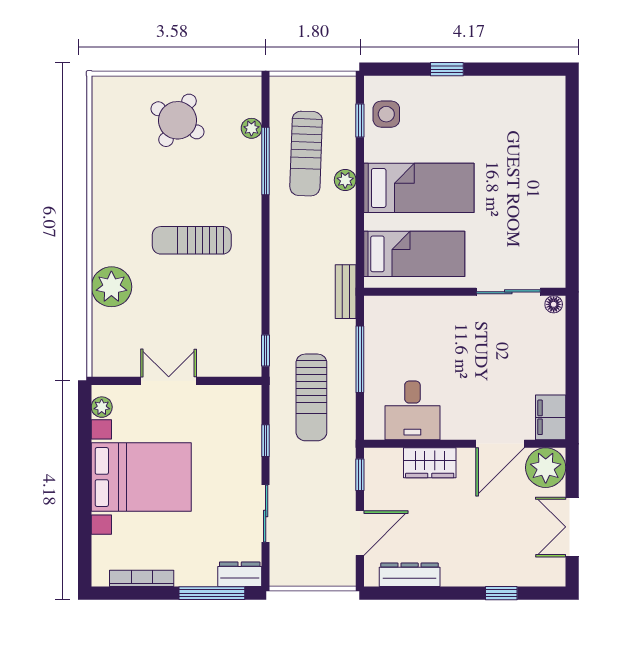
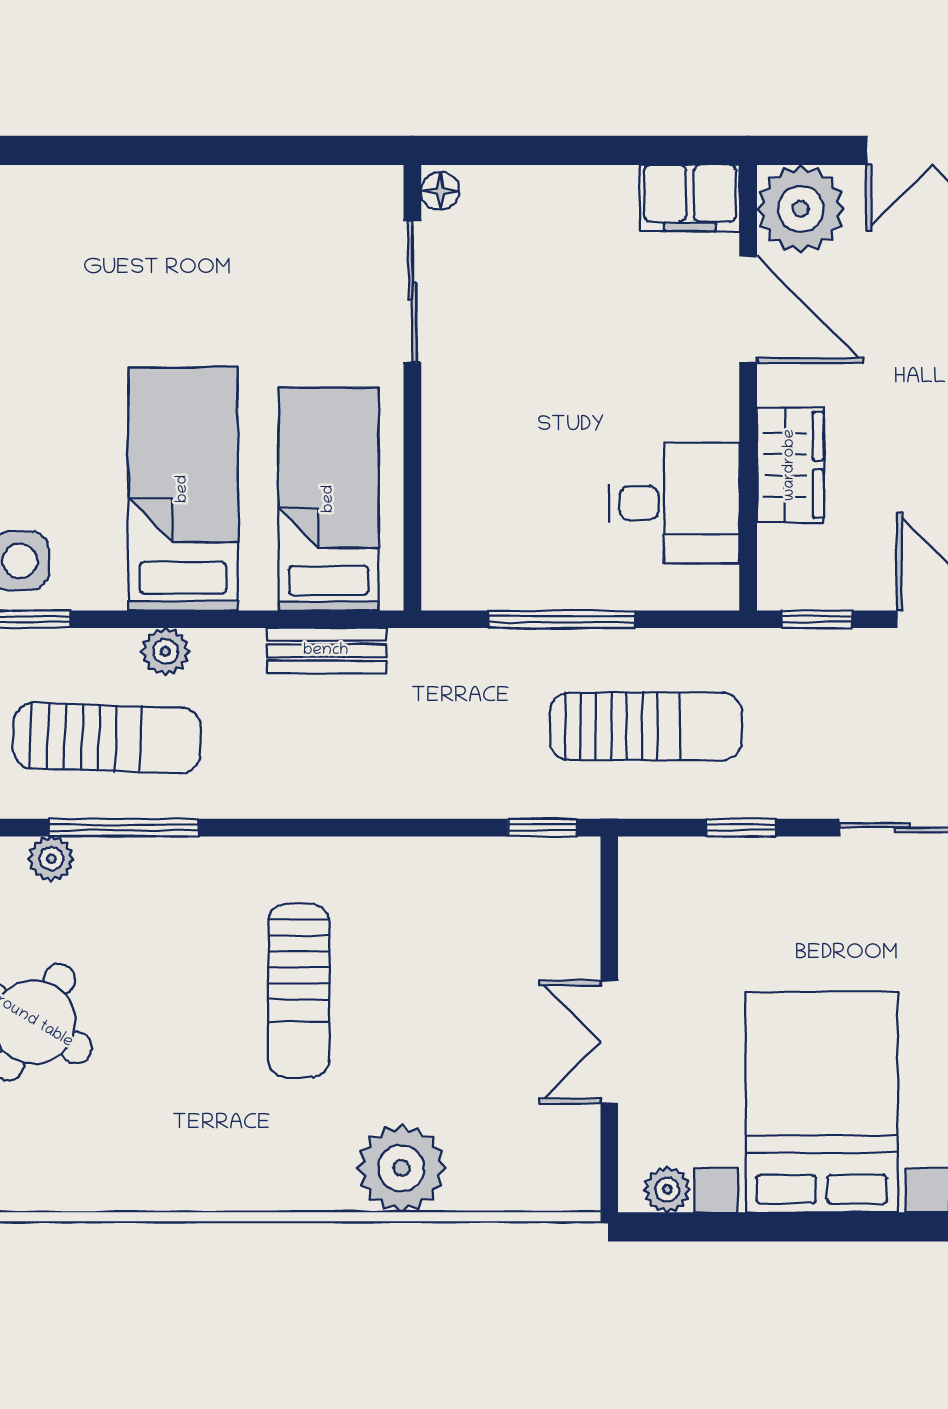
bench: (346, 292) -> (326, 651), moved

